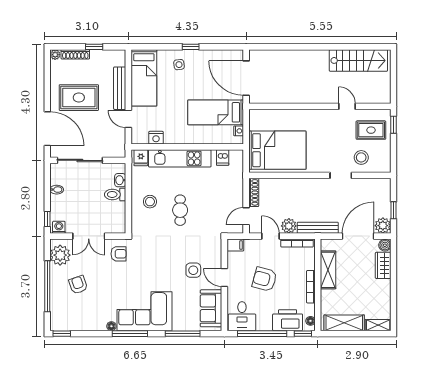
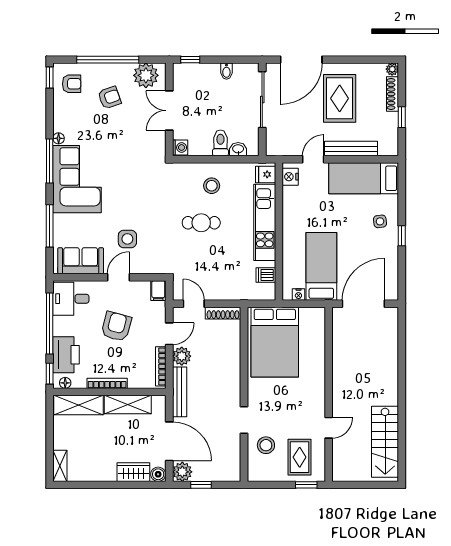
nightstand: (156, 138) -> (290, 177), moved
washing machine: (59, 227) -> (180, 148), moved
armchair: (119, 254) -> (72, 84), moved, turned -90
shelving: (344, 323) -> (78, 405), moved, turned 90

